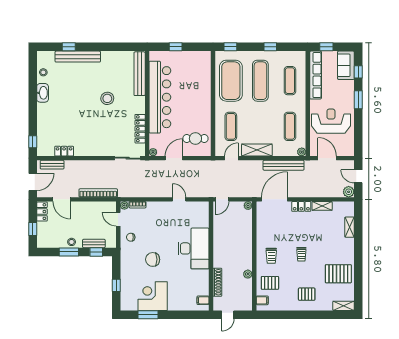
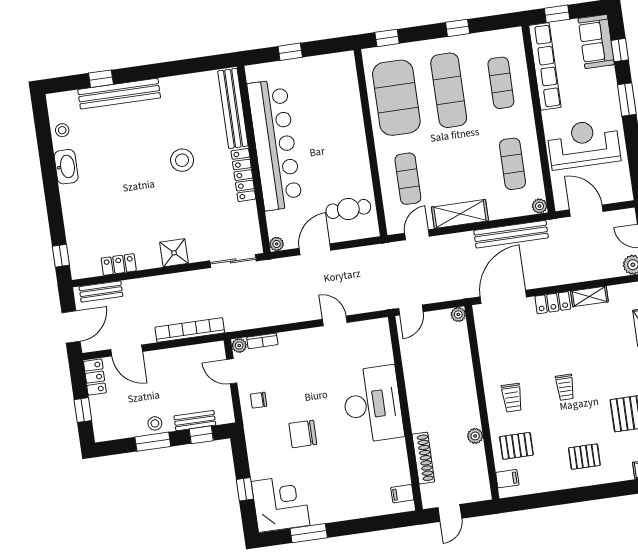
locker: (140, 129) -> (243, 175), moved
shower: (96, 149) -> (174, 253), added
corner desk: (153, 296) -> (281, 503), moved, turned 90

